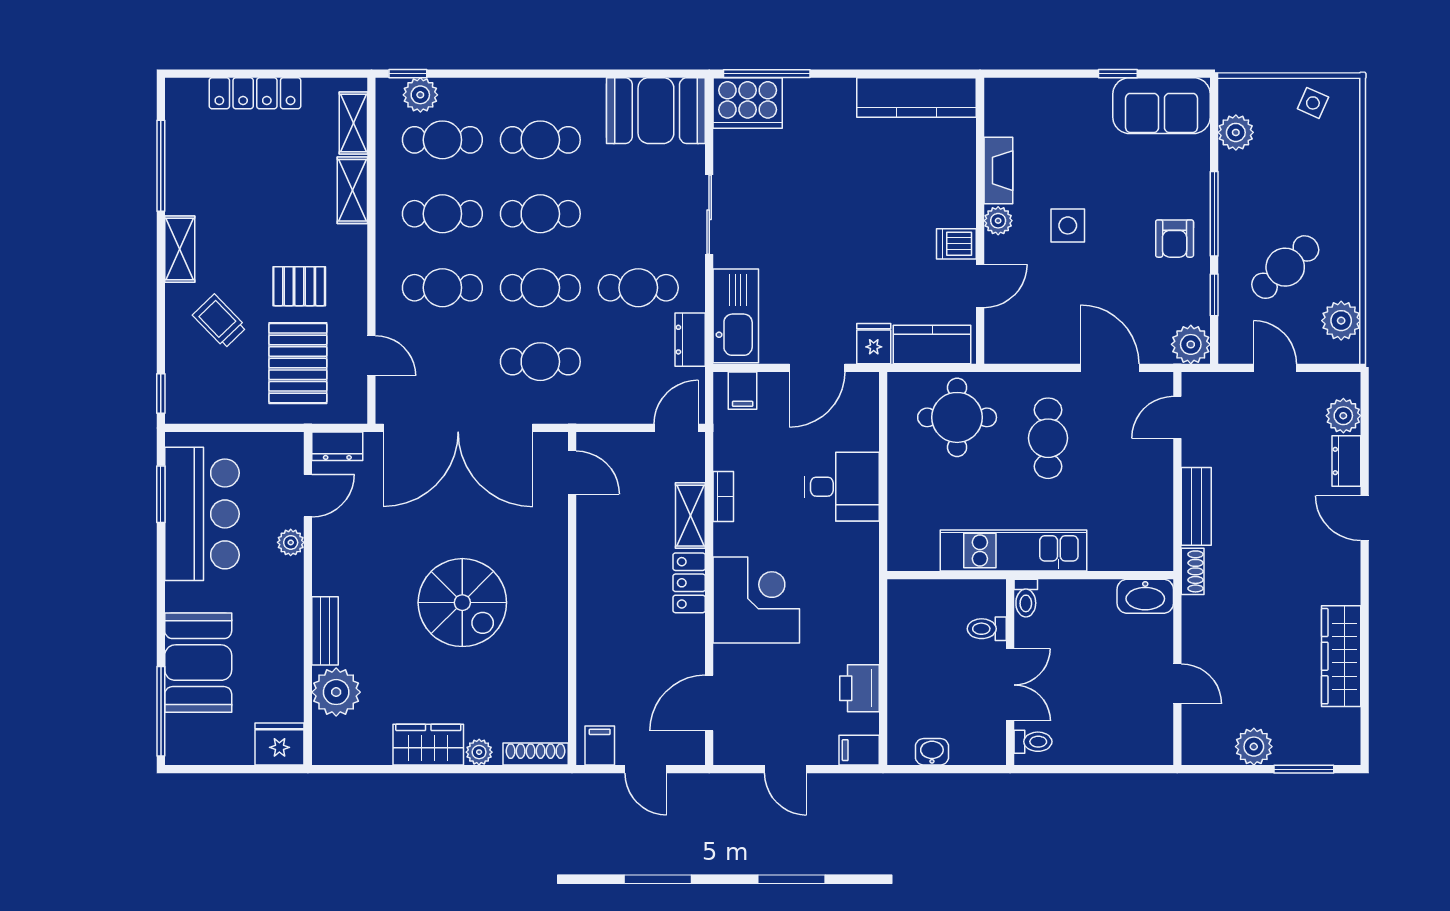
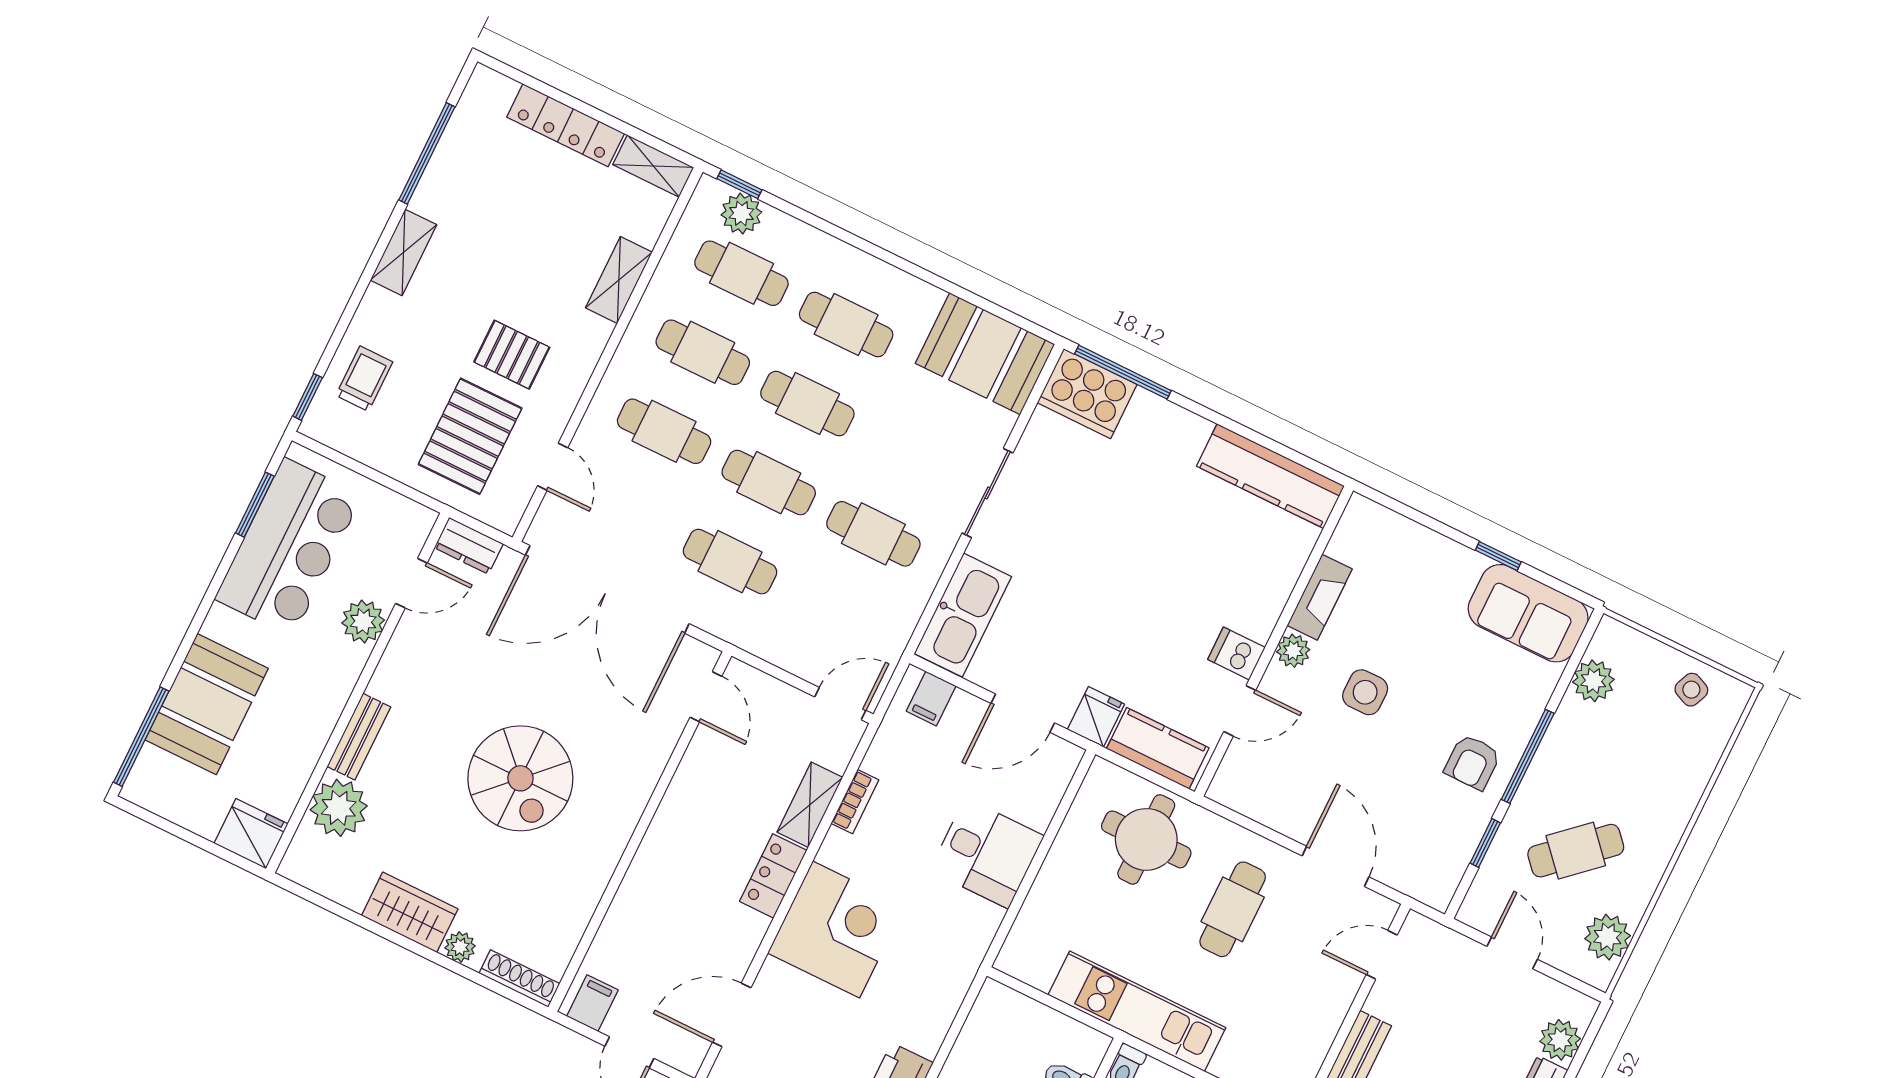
shelving: (353, 123) -> (653, 166), moved, turned 90
trolley: (220, 321) -> (364, 379), moved, turned 44
dresser: (690, 340) -> (902, 617), removed
plant: (1191, 344) -> (1434, 884), removed
plant: (291, 542) -> (363, 622), width x1.38, depth x1.38

